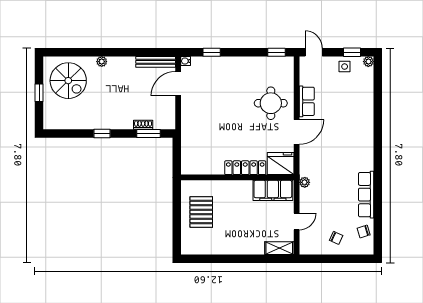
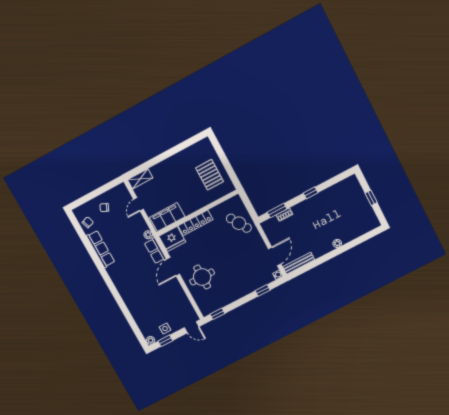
spiral stairs: (68, 81) -> (354, 217), removed
row of seats: (307, 101) -> (155, 251), moved
cafe table: (198, 142) -> (239, 223), added

